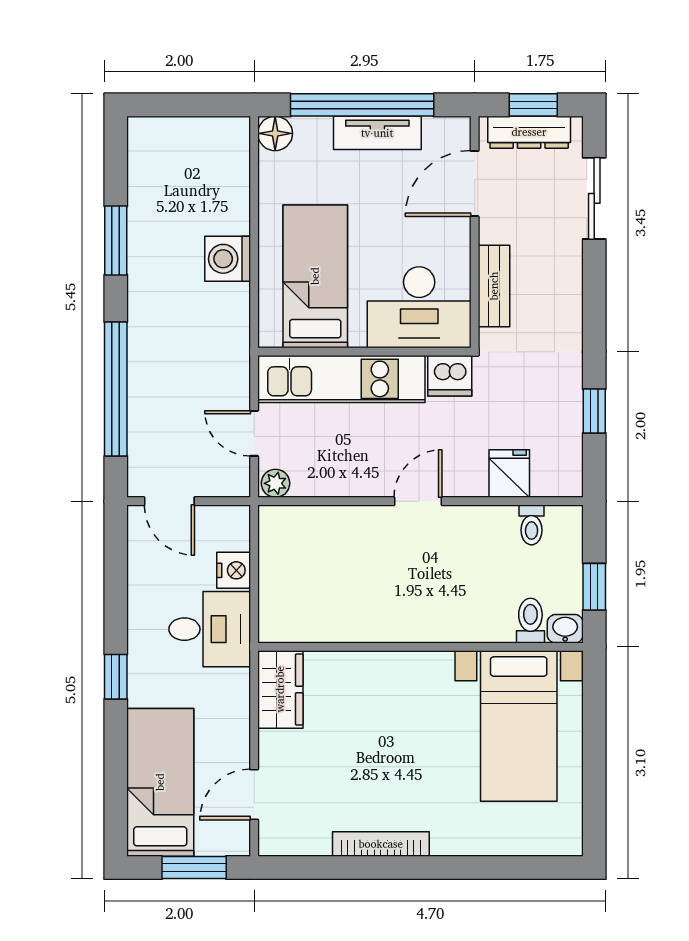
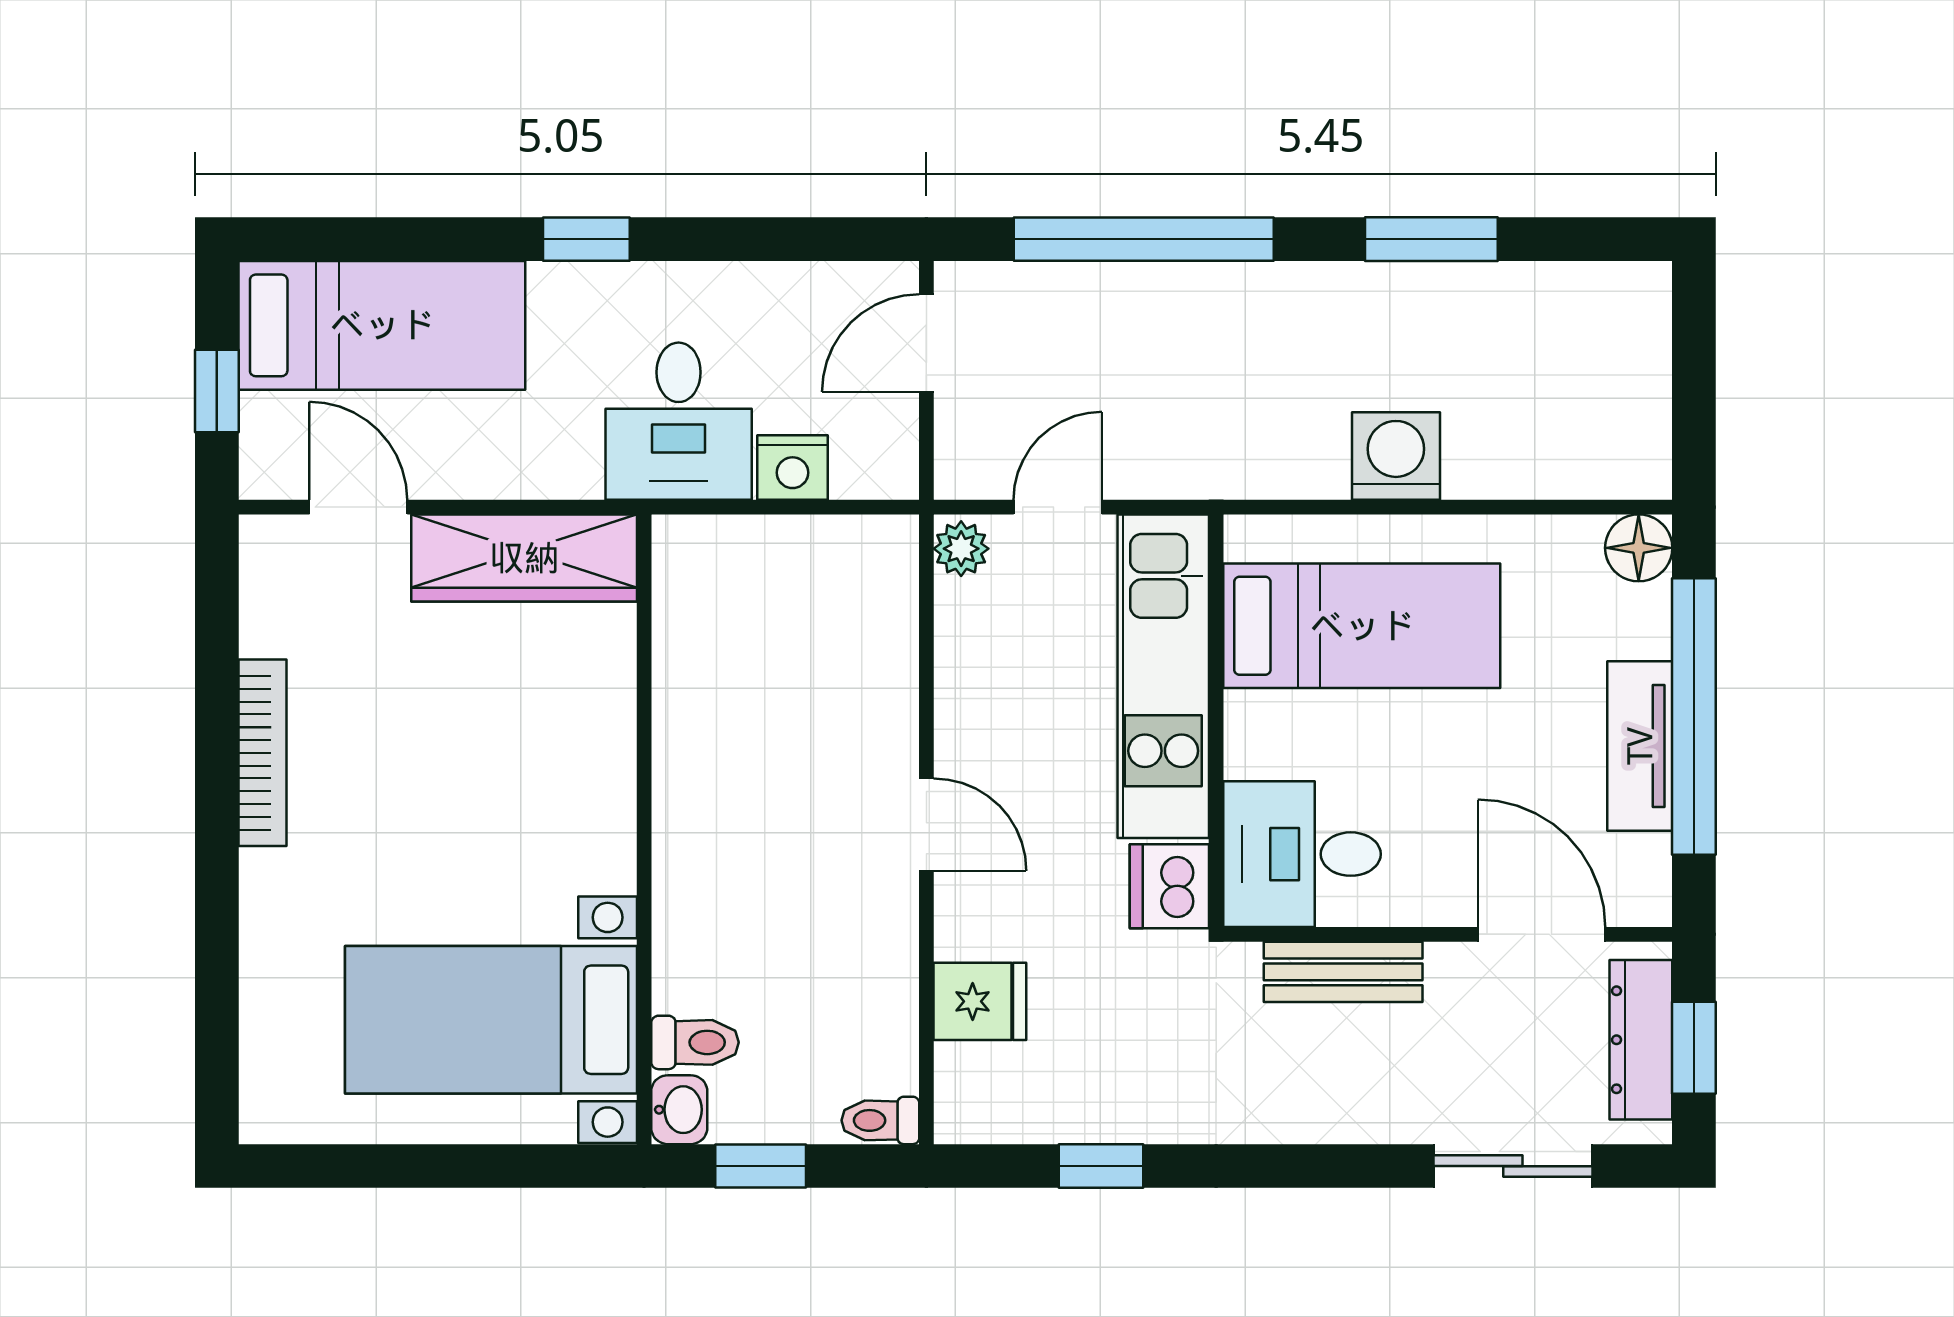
desk: (419, 307) -> (1302, 854), width x0.73
toilet: (532, 525) -> (880, 1120), moved
wardrobe: (280, 689) -> (524, 558), width x1.50
window: (194, 868) -> (217, 391), width x0.67

